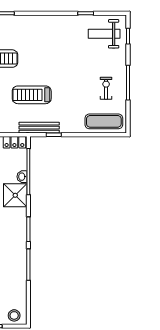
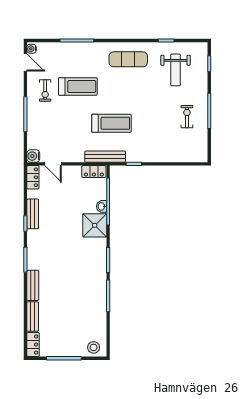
weight bench: (104, 34) -> (176, 70), moved, turned -90
treadmill: (32, 95) -> (111, 123), turned 180
exercise mat: (104, 121) -> (128, 59), moved
bench: (39, 128) -> (105, 157), moved

